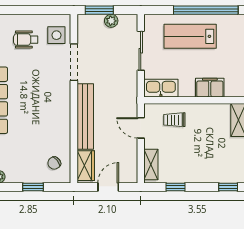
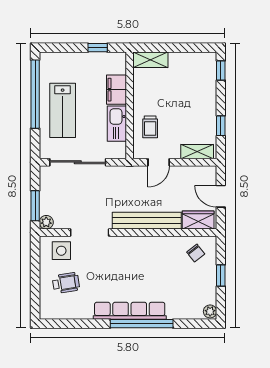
plant: (111, 21) -> (46, 222), moved
wheelchair: (26, 40) -> (66, 283), turned -99
sliding door: (141, 51) -> (78, 162), width x1.37
kitchen sink: (161, 88) -> (117, 124), moved

